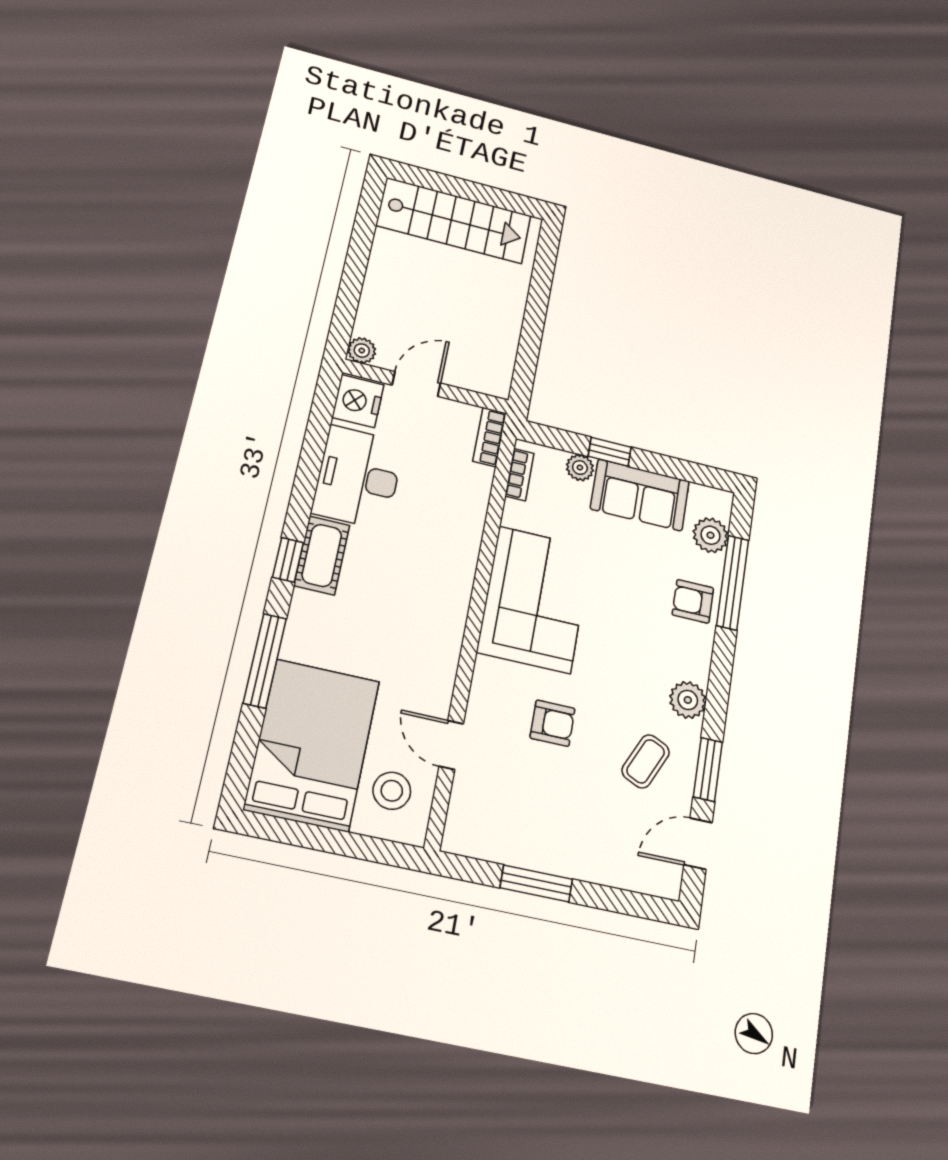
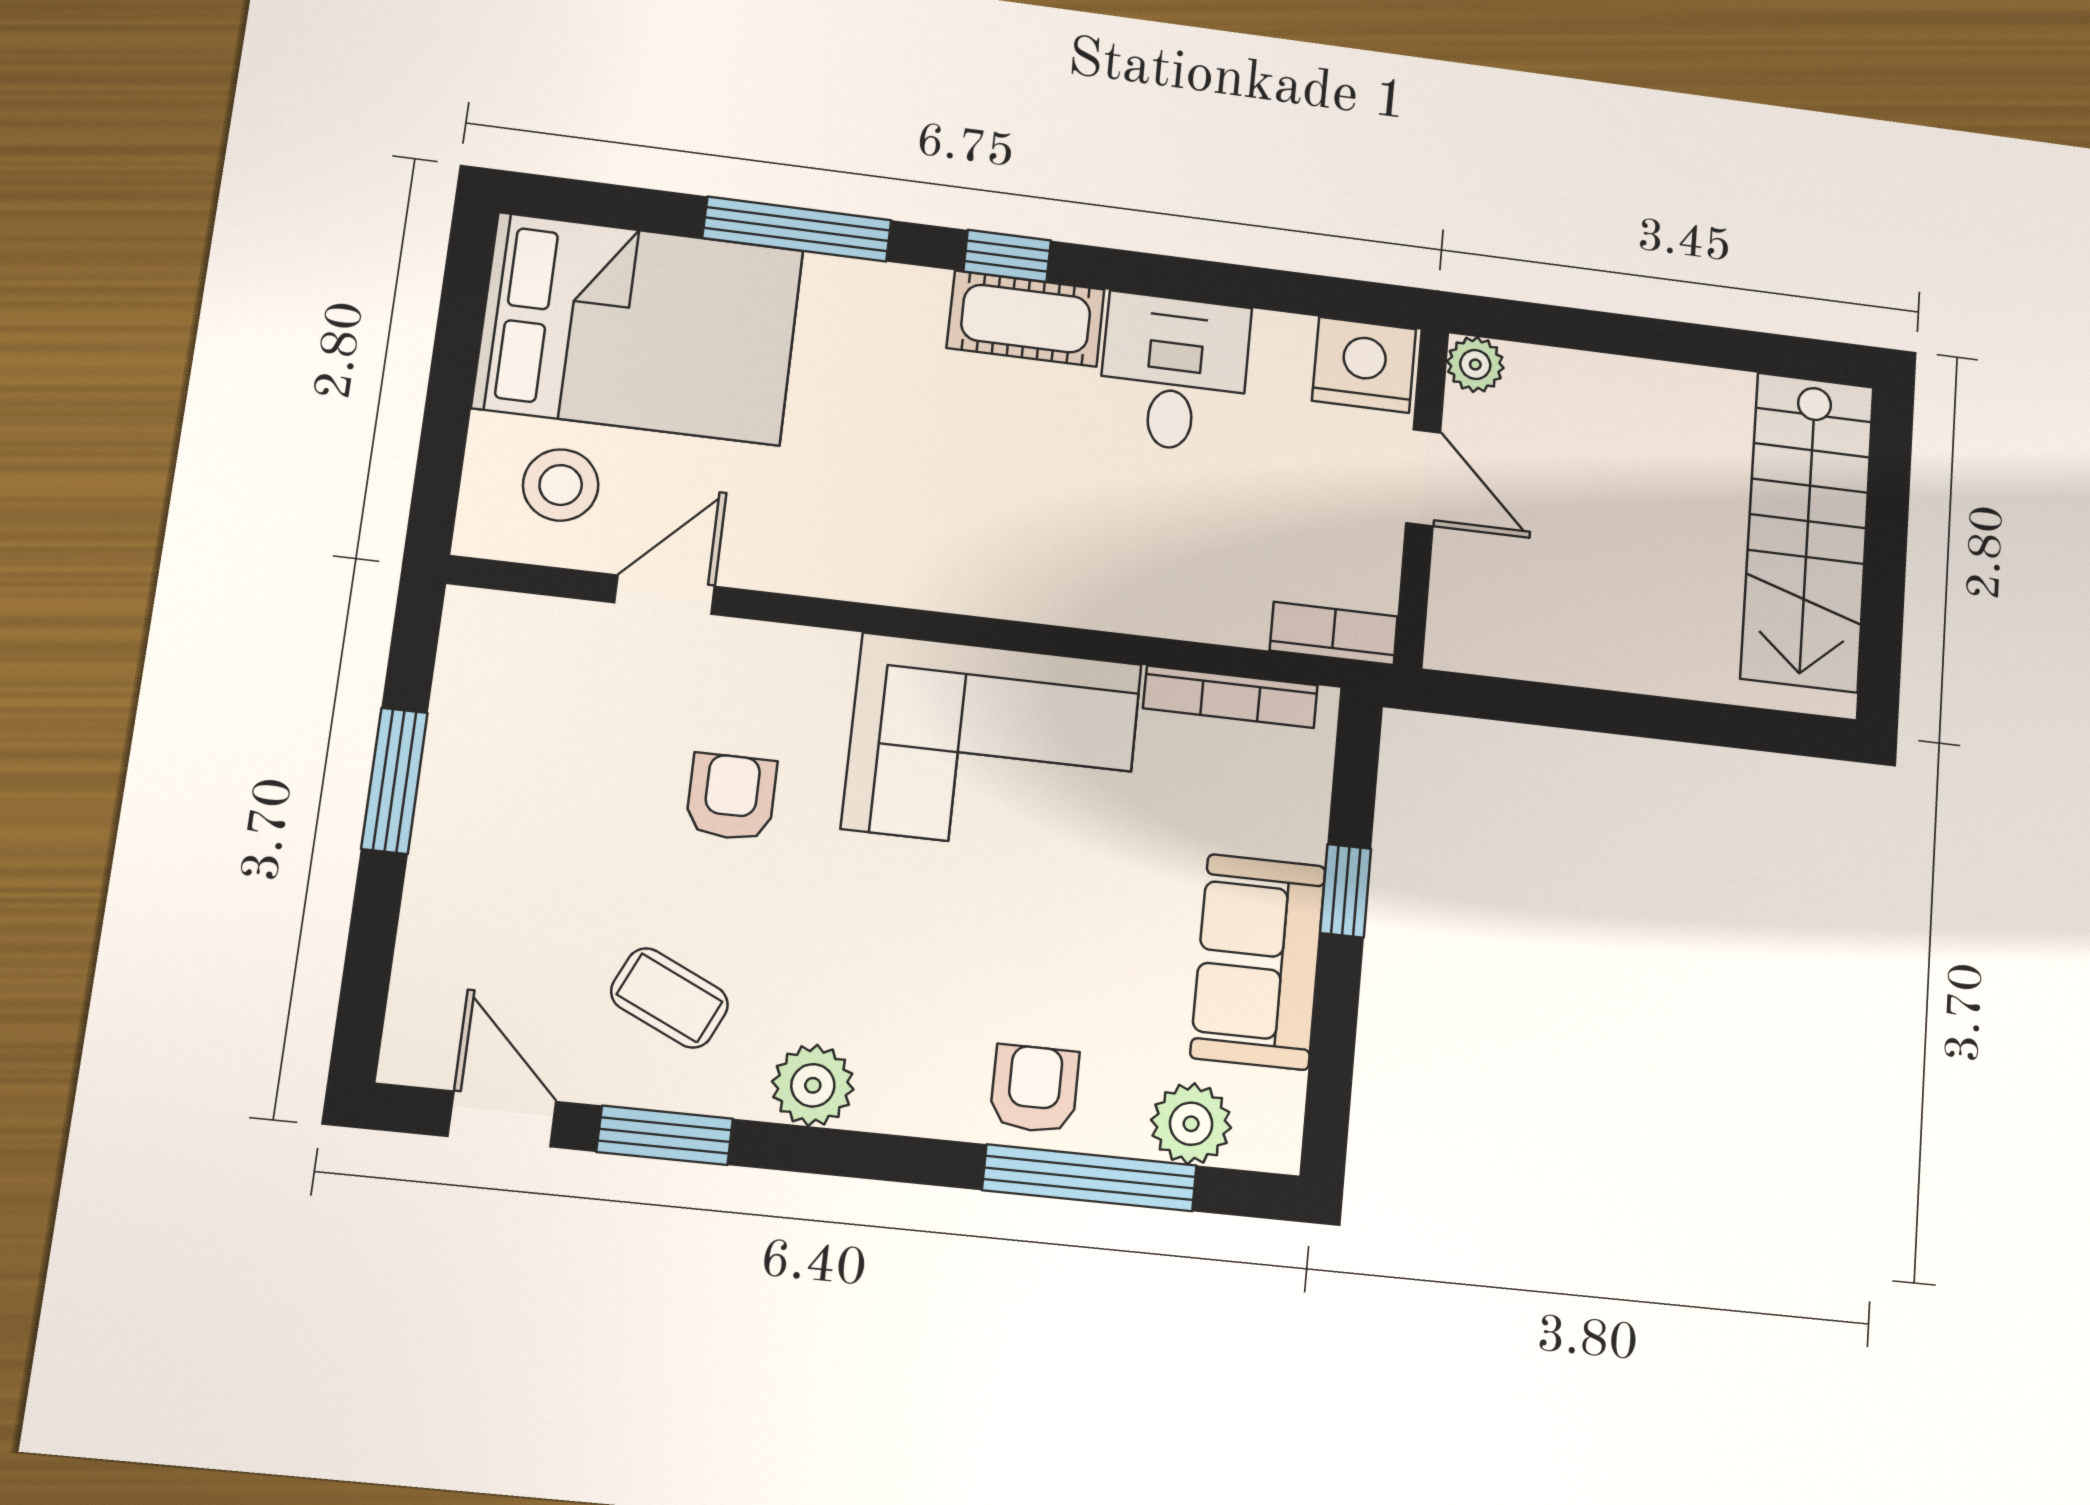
plant: (580, 468) -> (1299, 828), removed
bookcase: (519, 475) -> (1230, 697), width x1.56
desk: (358, 477) -> (1174, 373), width x0.73
armchair: (552, 723) -> (731, 797), turned 180

